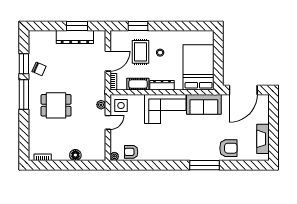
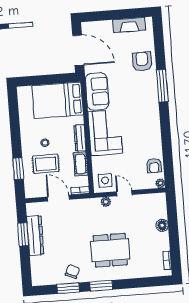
window: (24, 94) -> (101, 286), width x0.69
dining table: (56, 105) -> (110, 250), width x1.38

